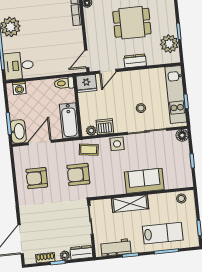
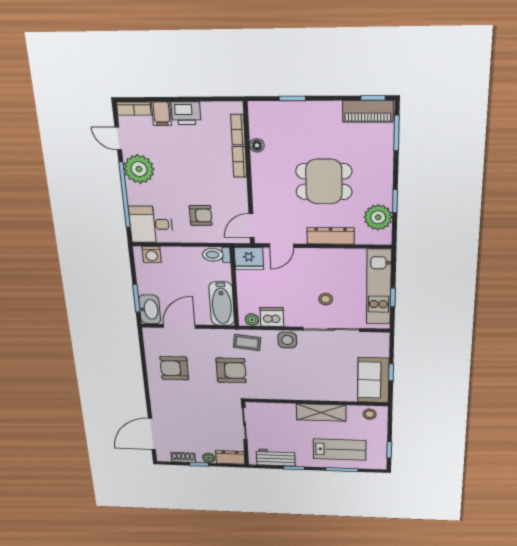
armchair: (52, 55) -> (201, 215), added
dresser: (135, 61) -> (331, 236), width x1.44
floor lamp: (182, 135) -> (381, 340), removed
armchair: (78, 174) -> (231, 370), turned 180
sofa: (144, 181) -> (373, 380), moved, turned -90
shelving: (130, 204) -> (321, 412), moved

